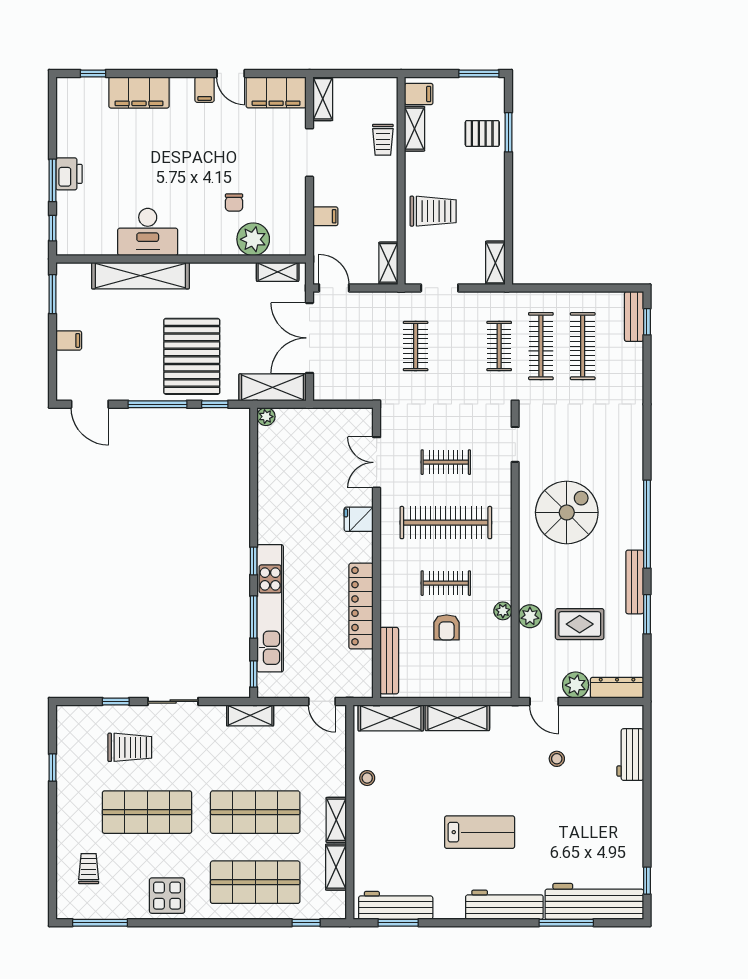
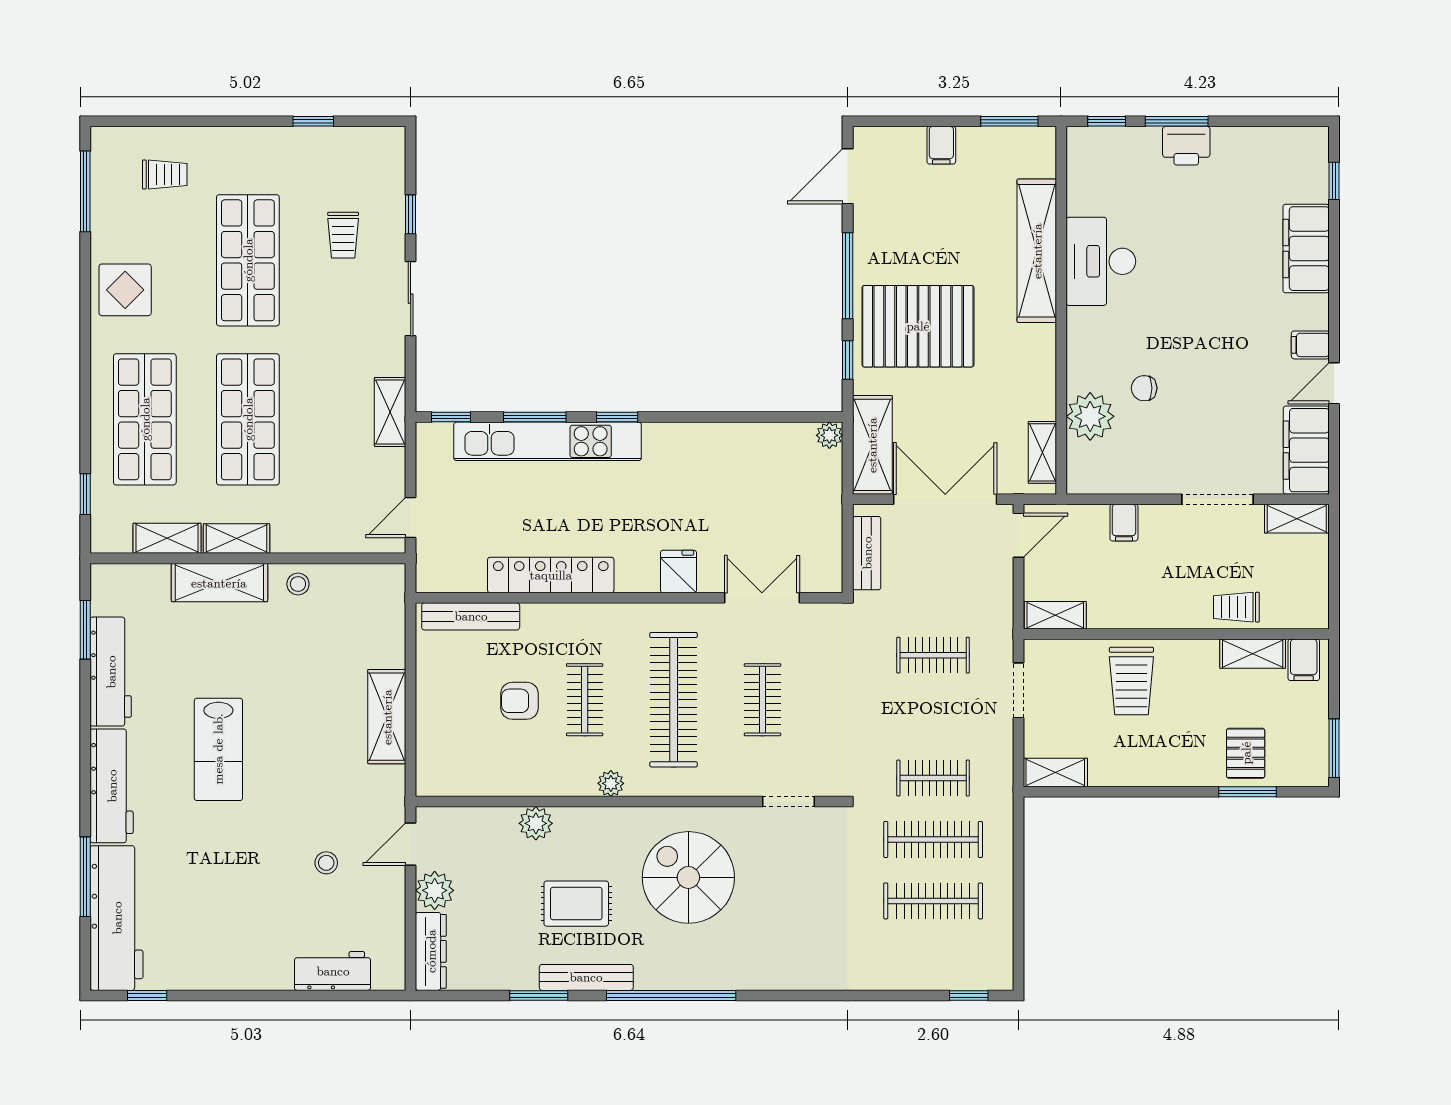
bench: (634, 316) -> (867, 553), moved, turned 90
spiral stairs: (567, 512) -> (688, 877), turned 180
plant: (503, 611) -> (611, 783), moved
rug: (580, 624) -> (576, 904), moved, turned 90
shelving: (391, 718) -> (219, 583), moved, turned 90
trolley: (130, 747) -> (343, 235), width x0.73, depth x0.72
workbench: (396, 905) -> (111, 672), moved

